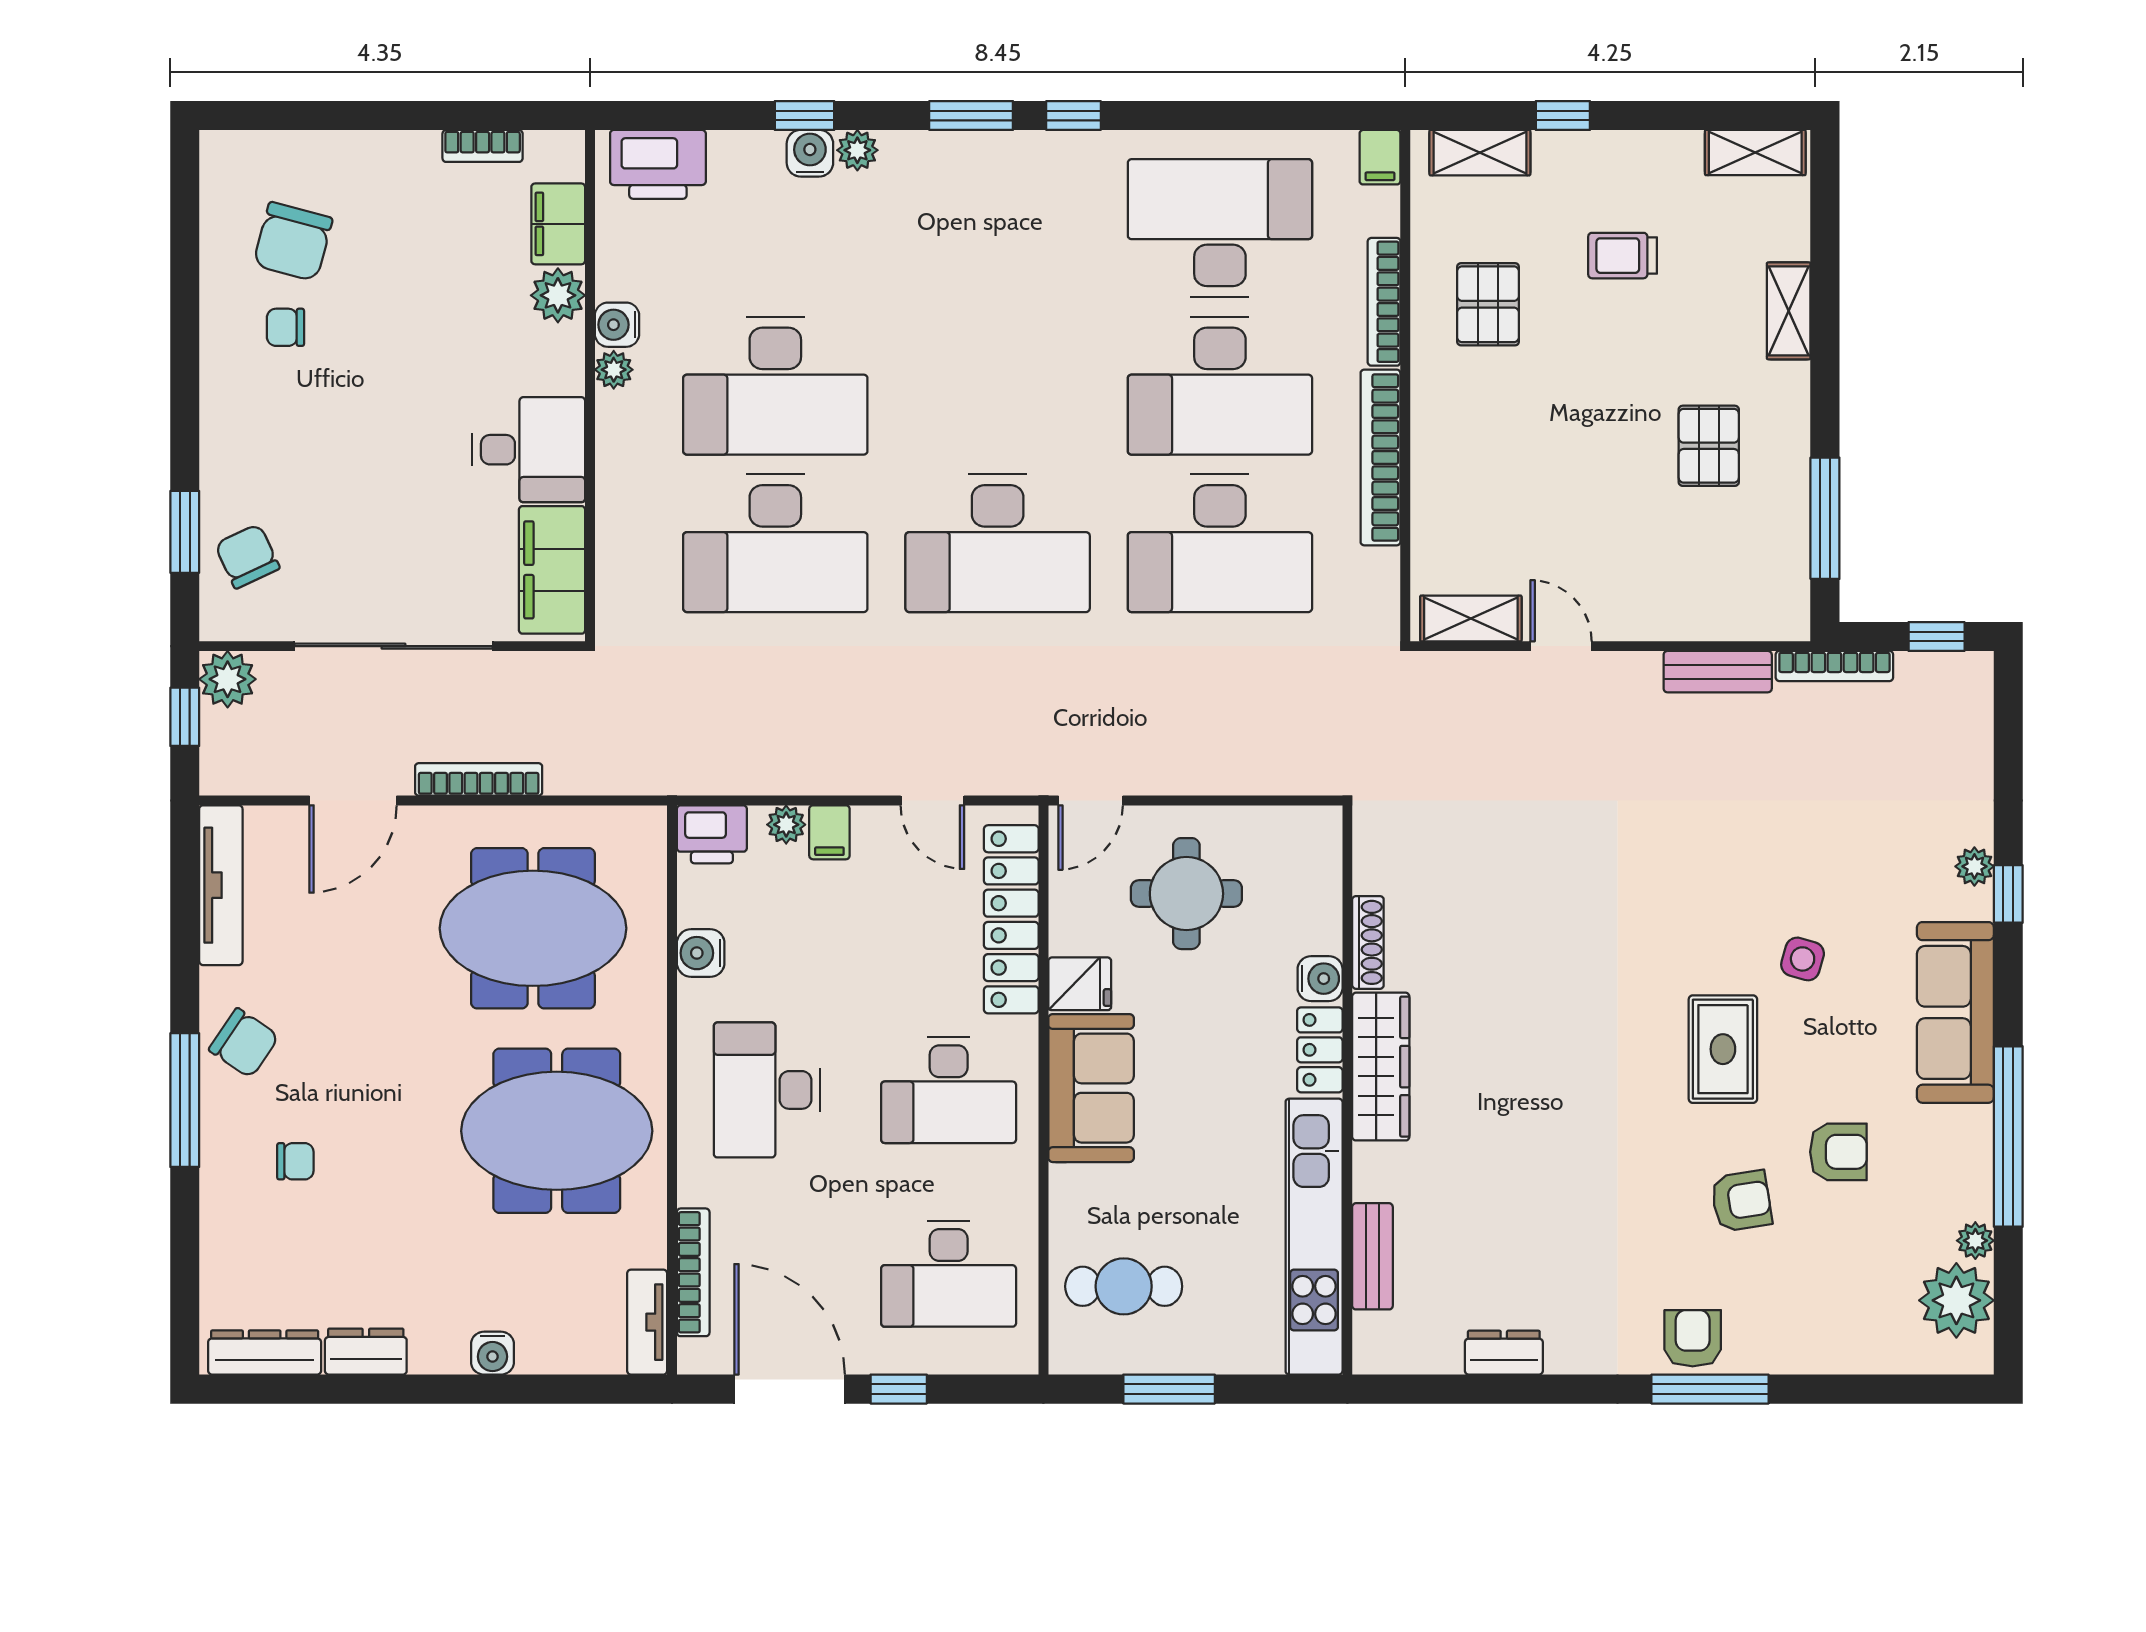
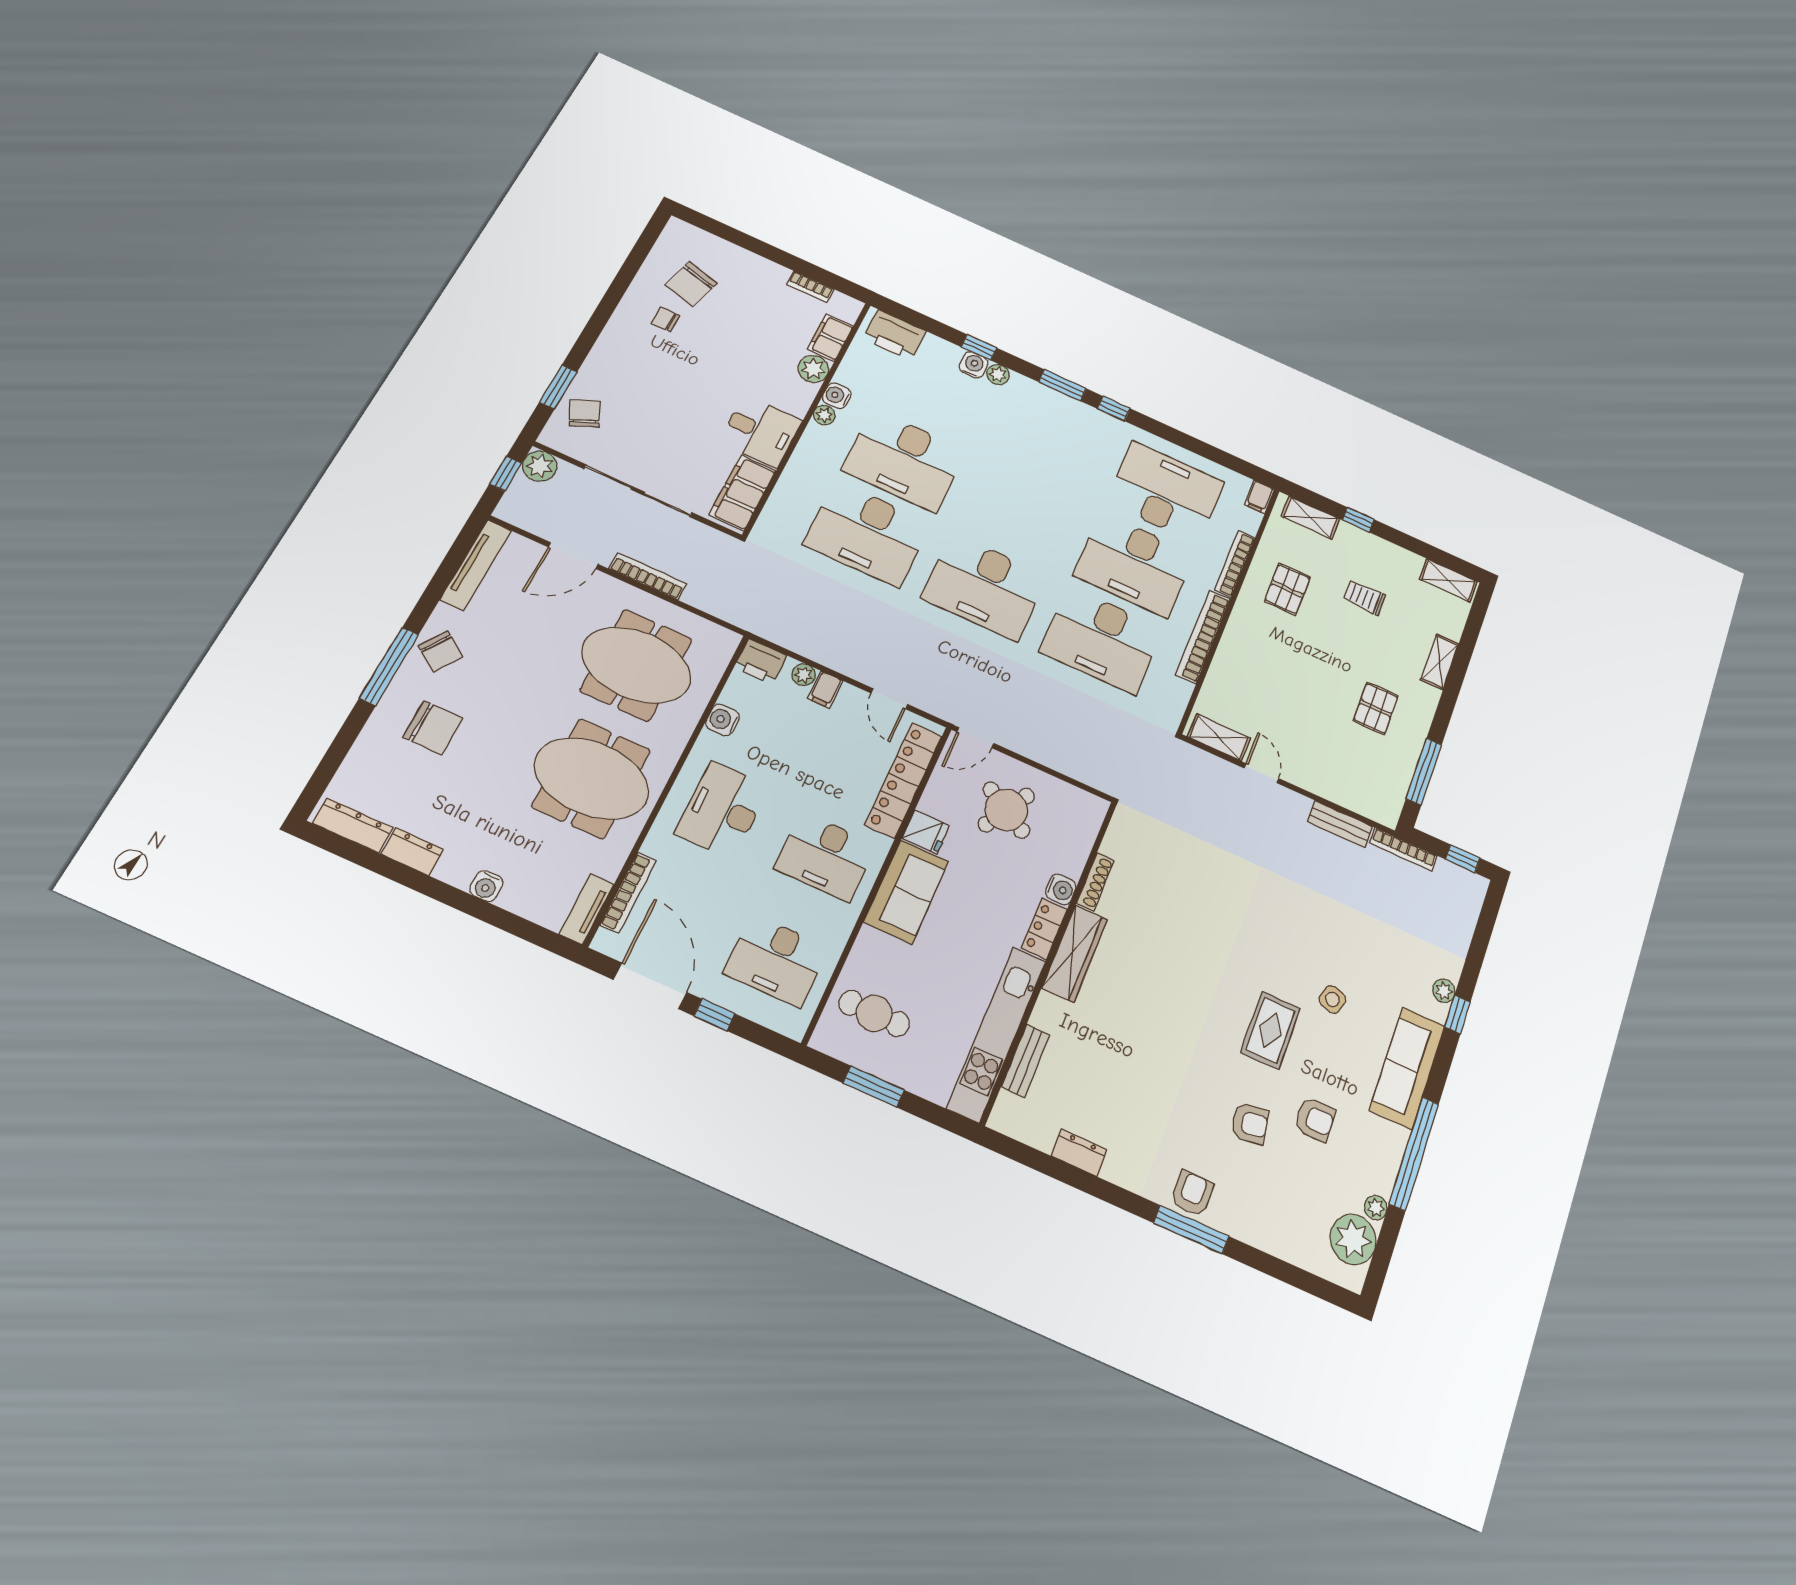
round table: (1186, 894) -> (1006, 810), turned 30
chair: (295, 1161) -> (433, 728), width x1.87, depth x1.87

